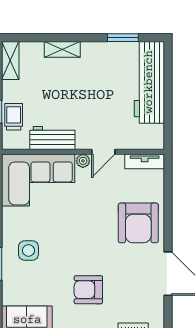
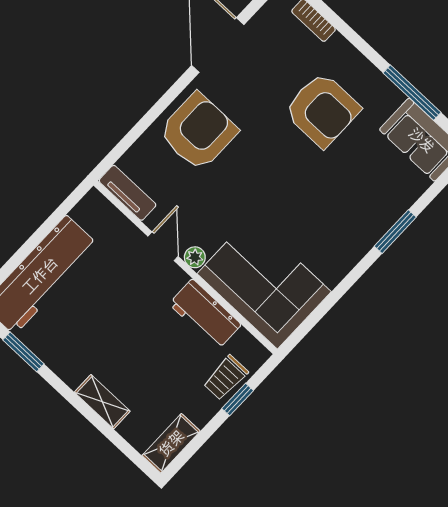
door: (103, 152) -> (163, 246), hinge flipped
side table: (28, 250) -> (348, 215), removed
armchair: (88, 290) -> (322, 110), width x1.36, depth x1.36

